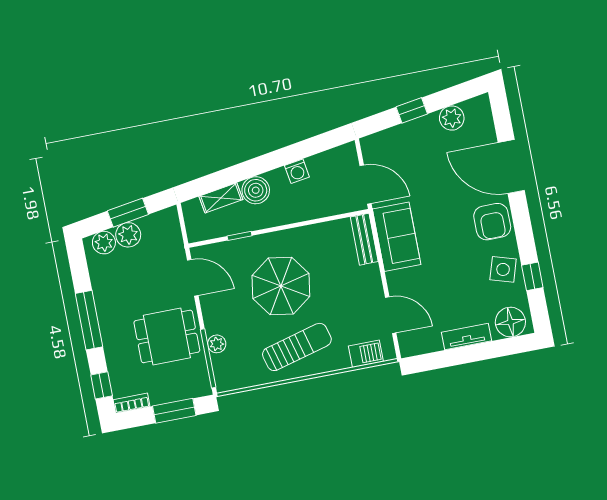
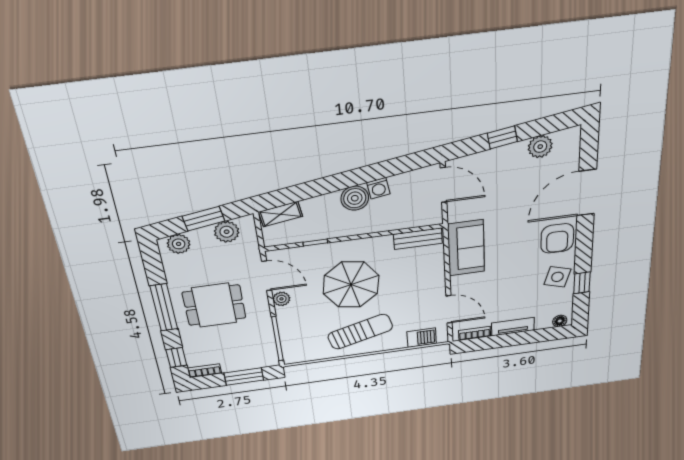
door: (511, 167) -> (587, 193), hinge flipped
door: (366, 185) -> (444, 185), moved
boiler: (256, 190) -> (355, 198), moved
shelving: (221, 198) -> (281, 214), moved
plant: (128, 235) -> (227, 232), moved
bench: (364, 239) -> (418, 239), moved, turned 90
floor lamp: (510, 322) -> (560, 321), width x0.53, depth x0.53
dining table: (167, 336) -> (214, 305), moved
plant: (217, 344) -> (281, 299), moved
bookcase: (425, 347) -> (475, 333), added

